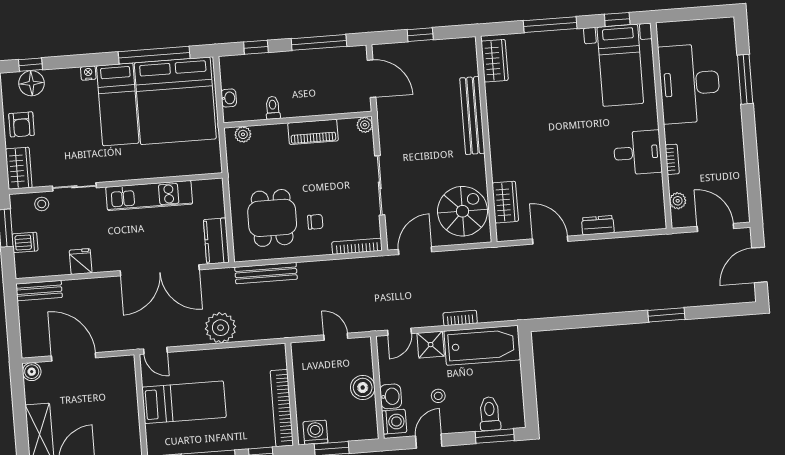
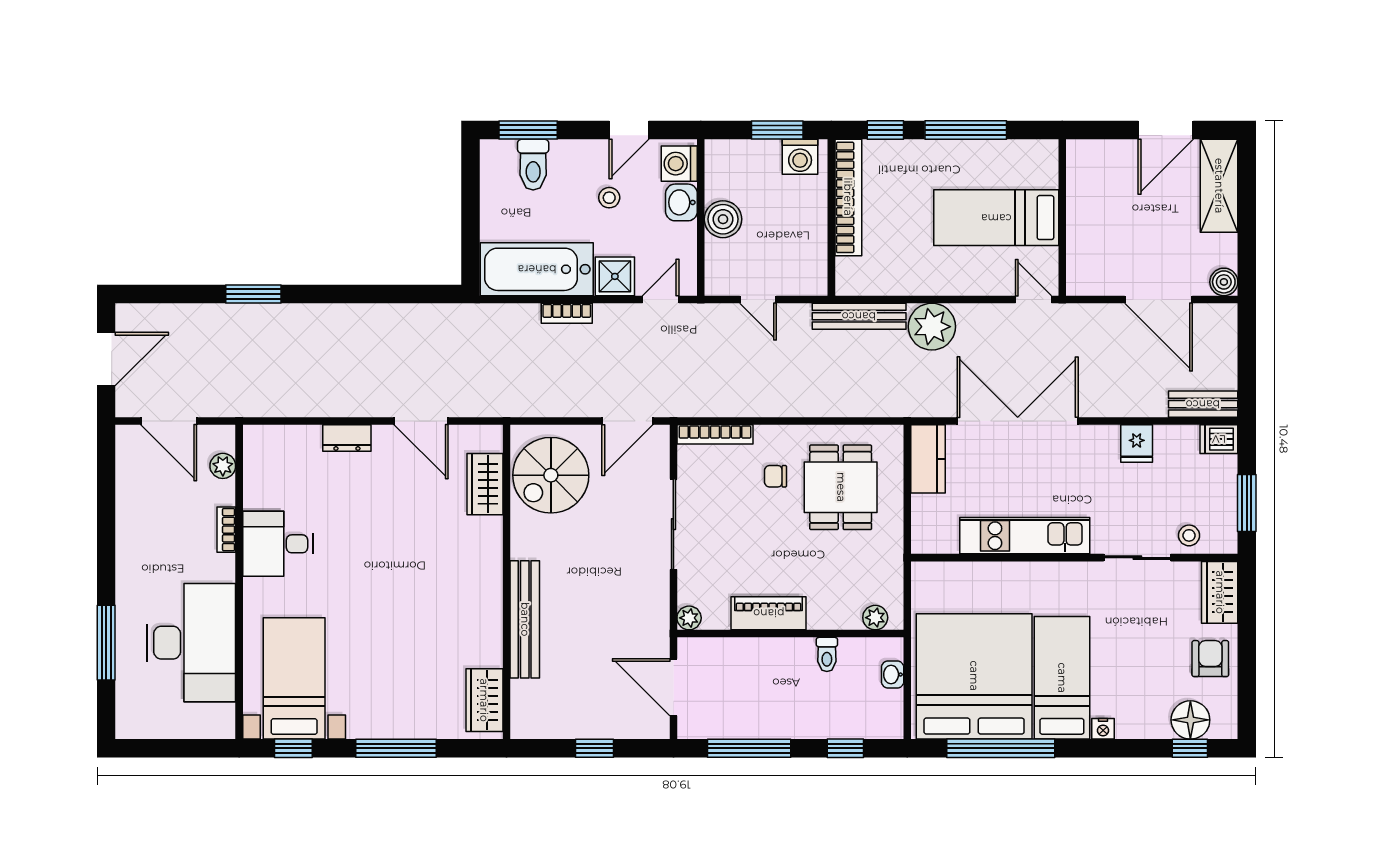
dishwasher: (25, 242) -> (1219, 439), moved
bench: (266, 273) -> (859, 316), moved

